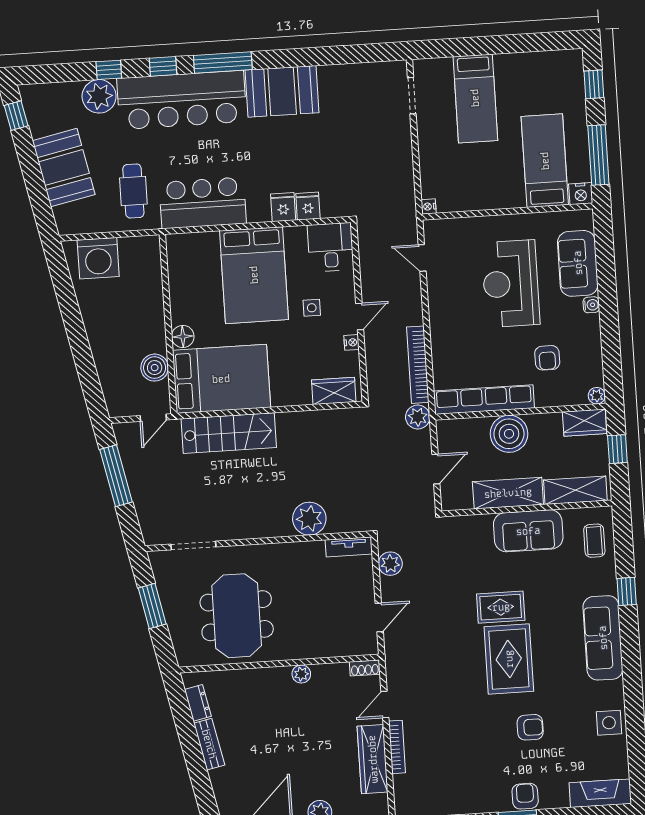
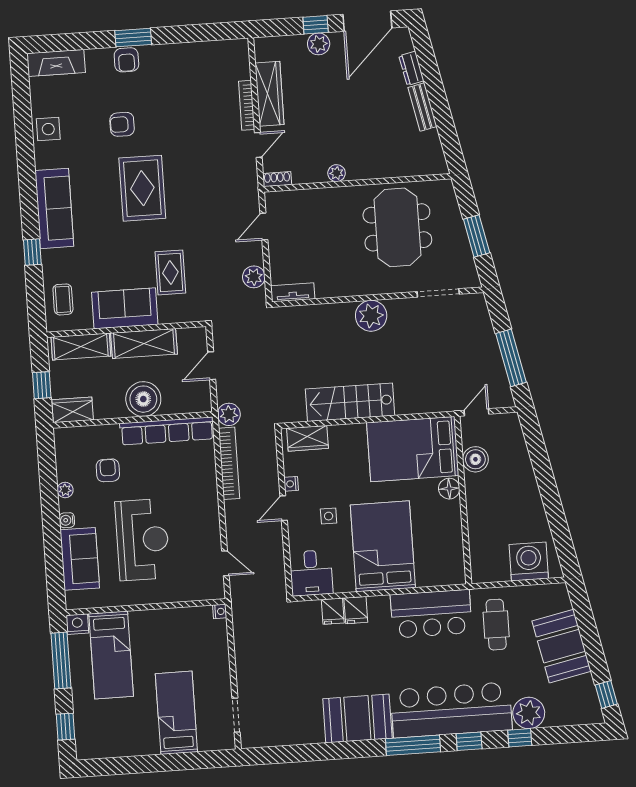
plant: (597, 396) -> (65, 490), moved
stairs: (229, 433) -> (350, 402), moved
plant: (309, 519) -> (371, 316), moved
rug: (501, 607) -> (170, 272), moved, turned 90
dresser: (198, 703) -> (411, 68), moved

